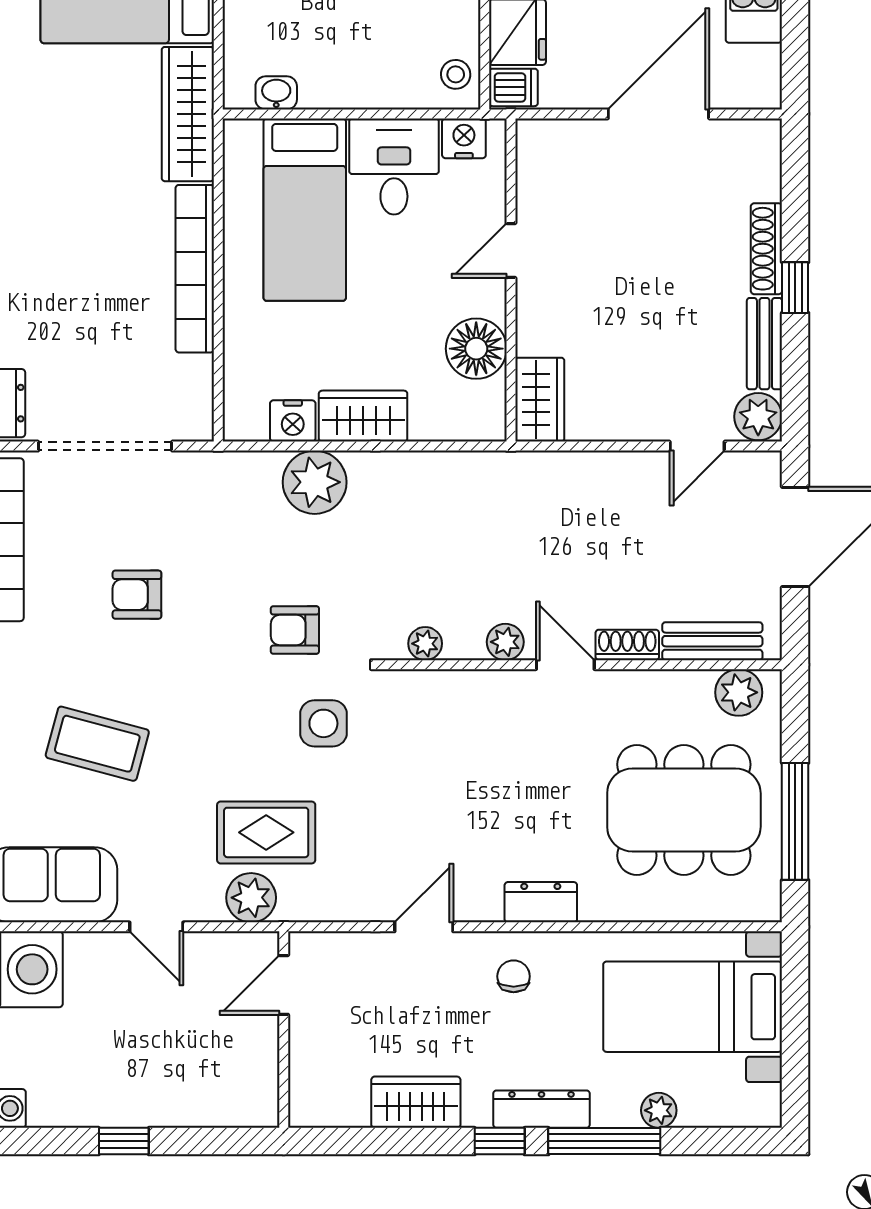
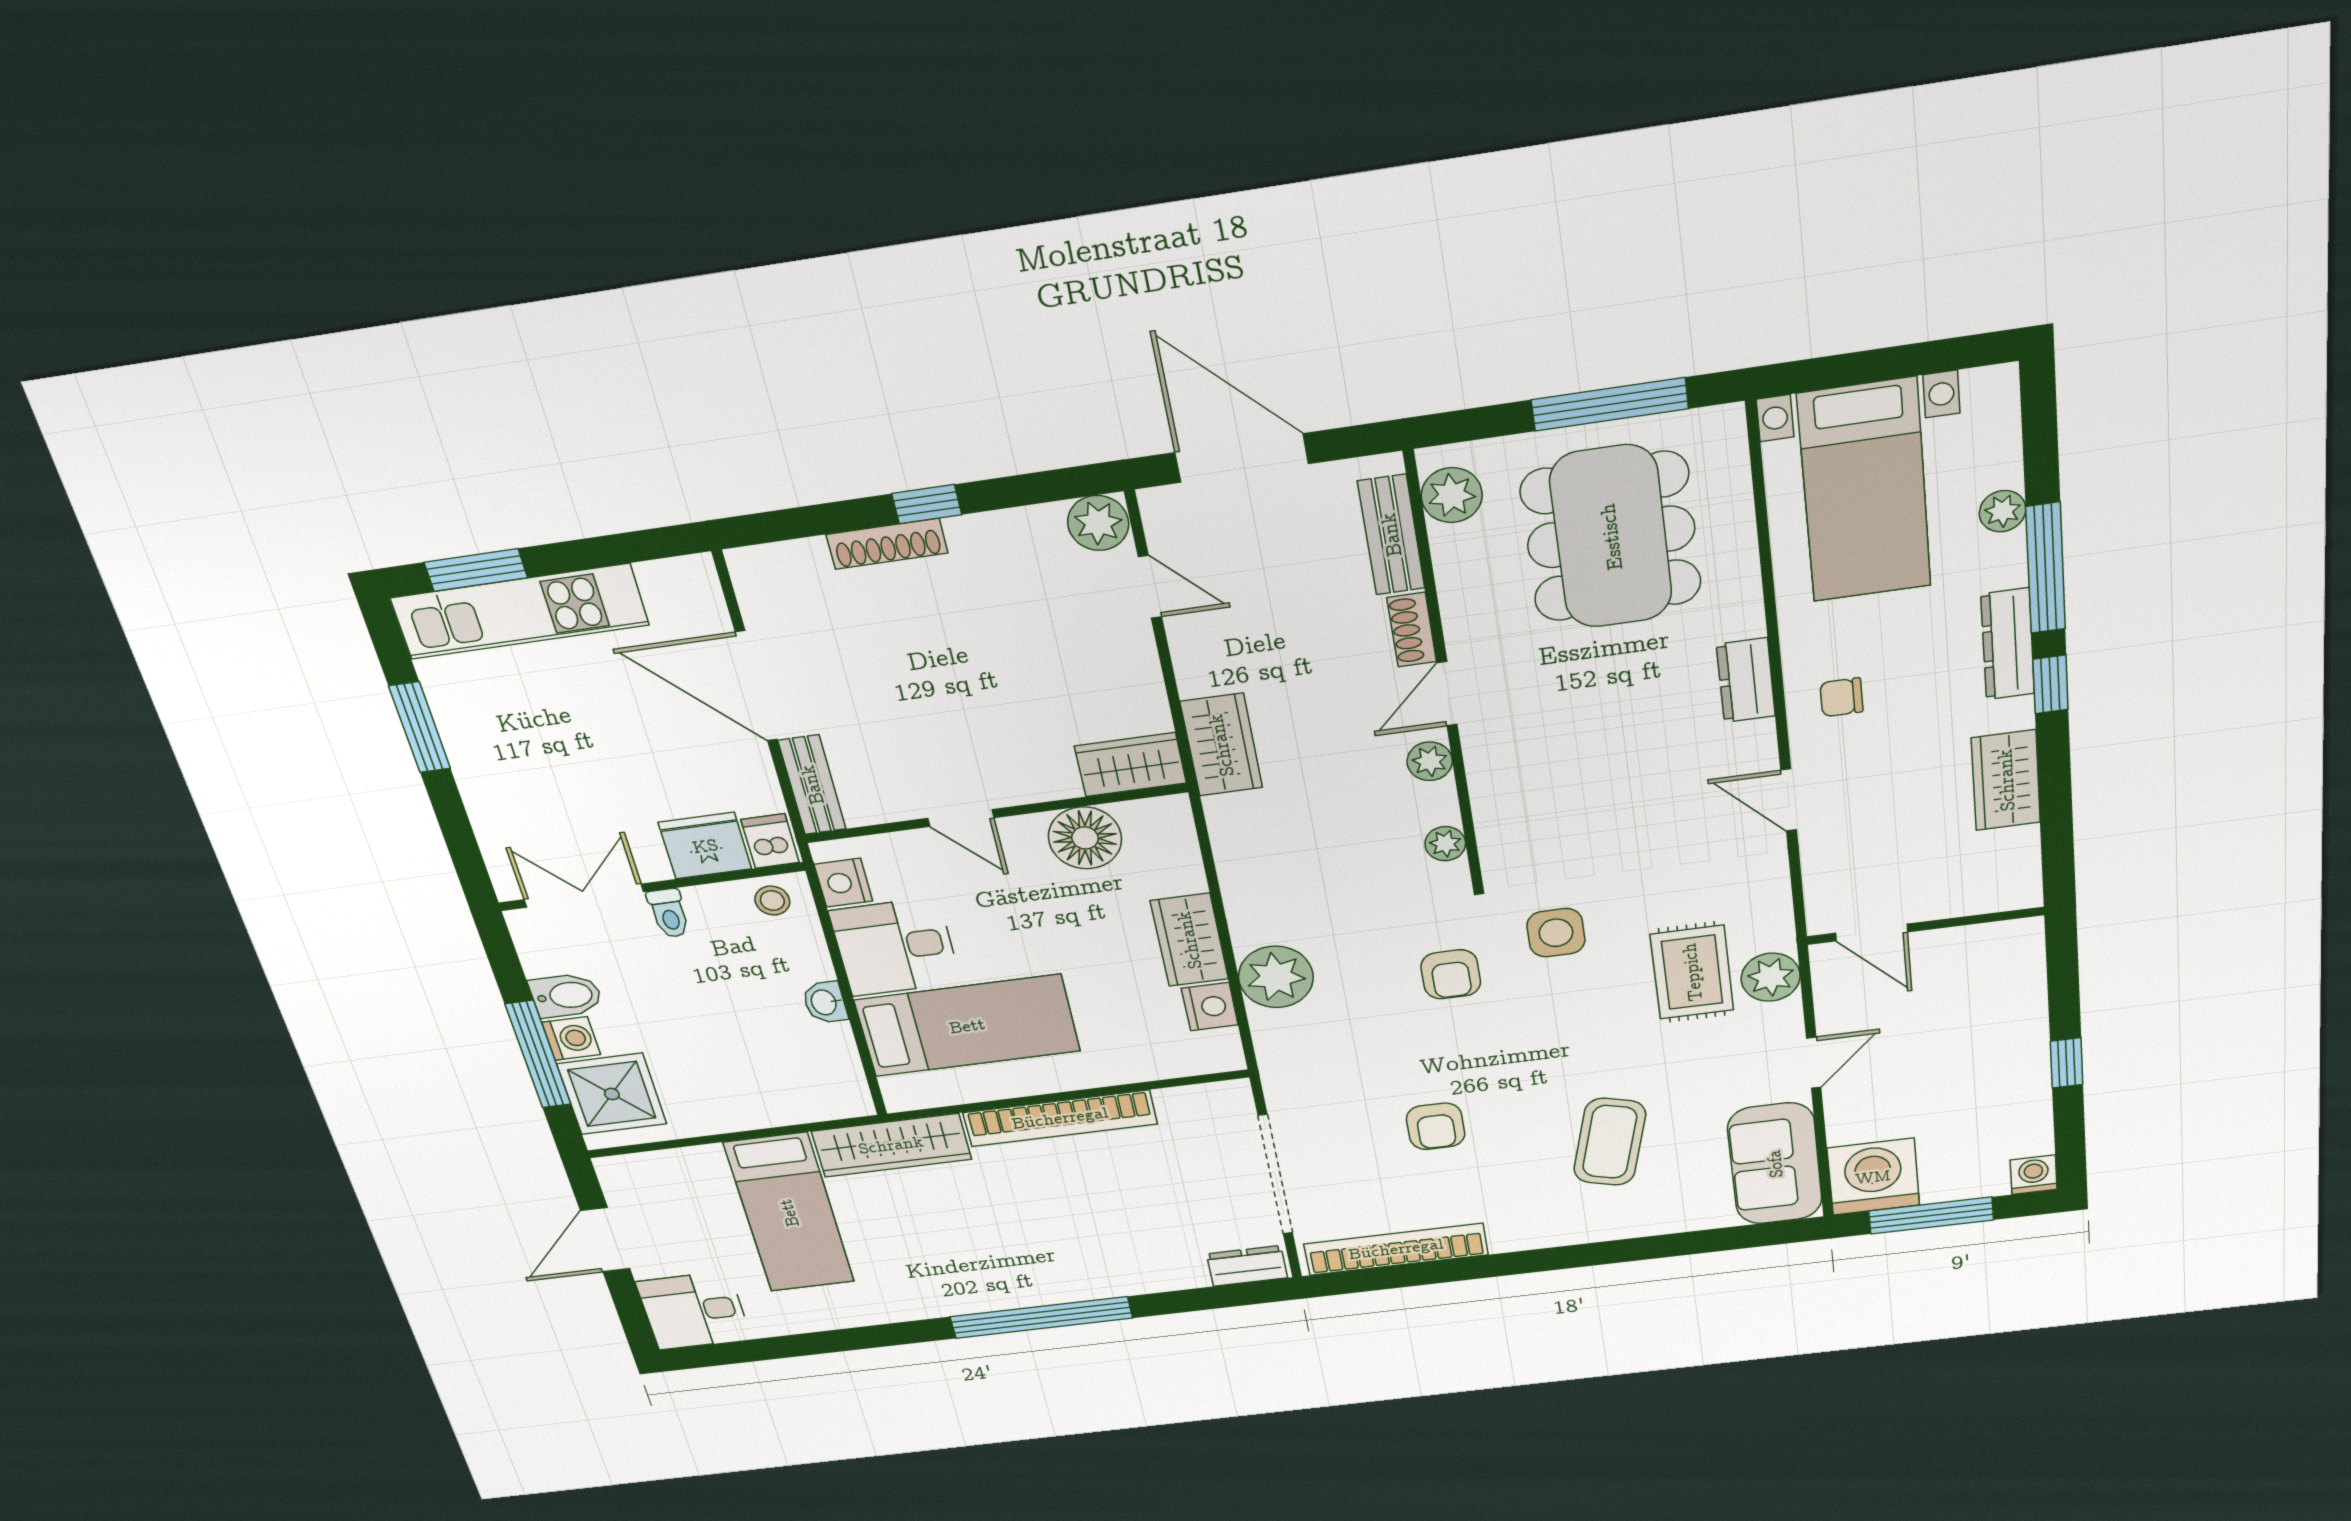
washbasin: (276, 93) -> (825, 1002), moved
bench: (764, 344) -> (812, 785), moved, turned 90
wardrobe: (547, 477) -> (1221, 745), added

